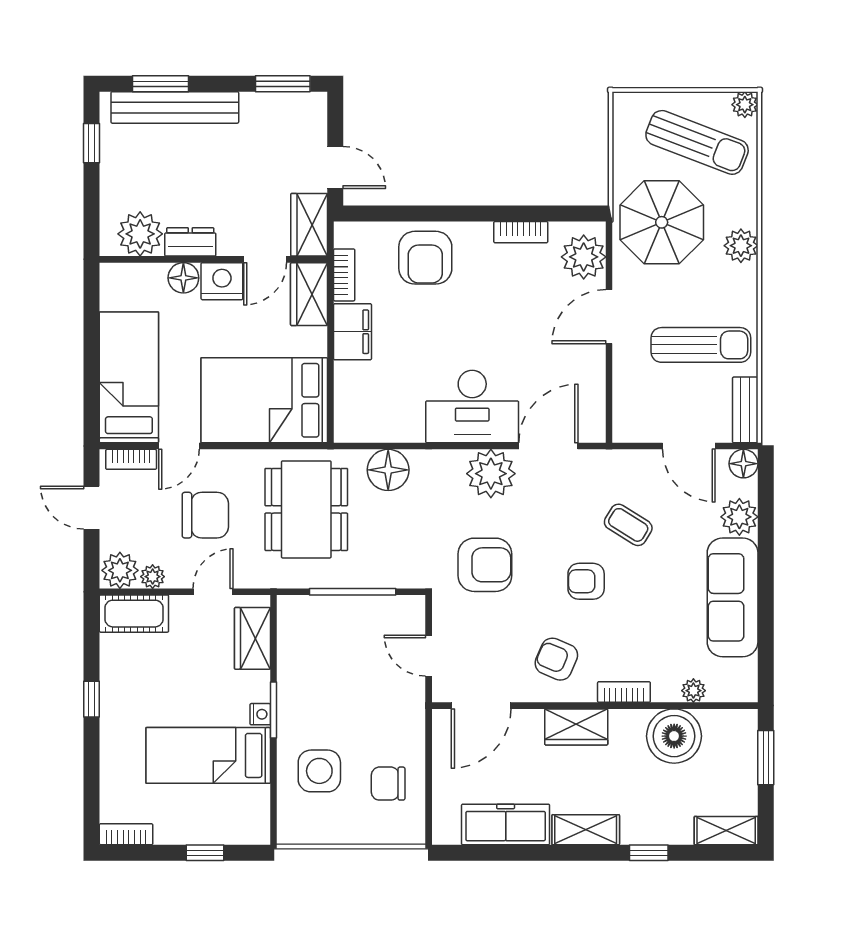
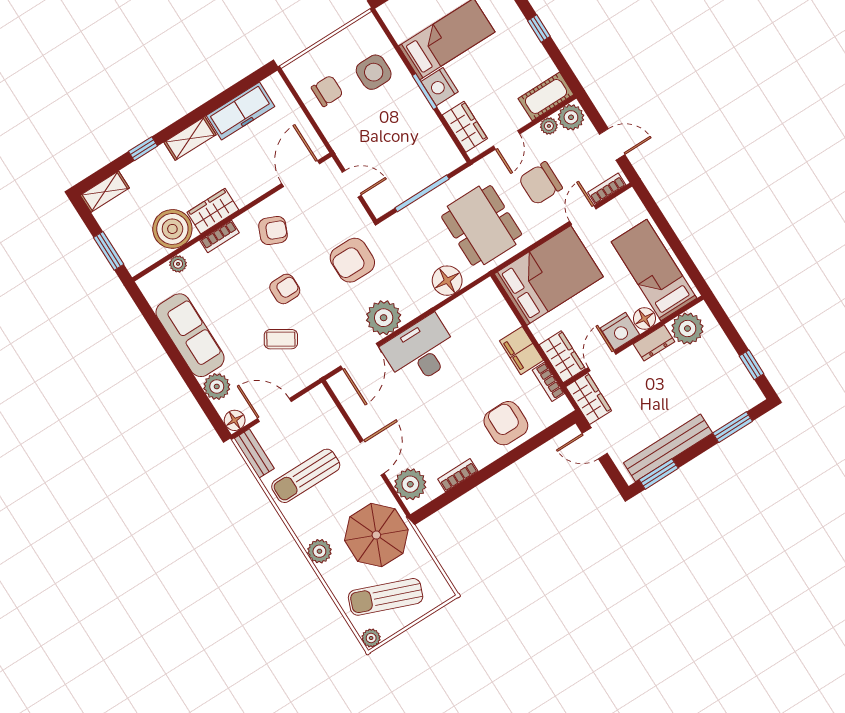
bench: (175, 107) -> (668, 448), moved
bed: (129, 377) -> (654, 270), moved, turned 180
nightstand: (260, 714) -> (440, 87), width x1.89, depth x1.79
wardrobe: (576, 727) -> (213, 211), moved

